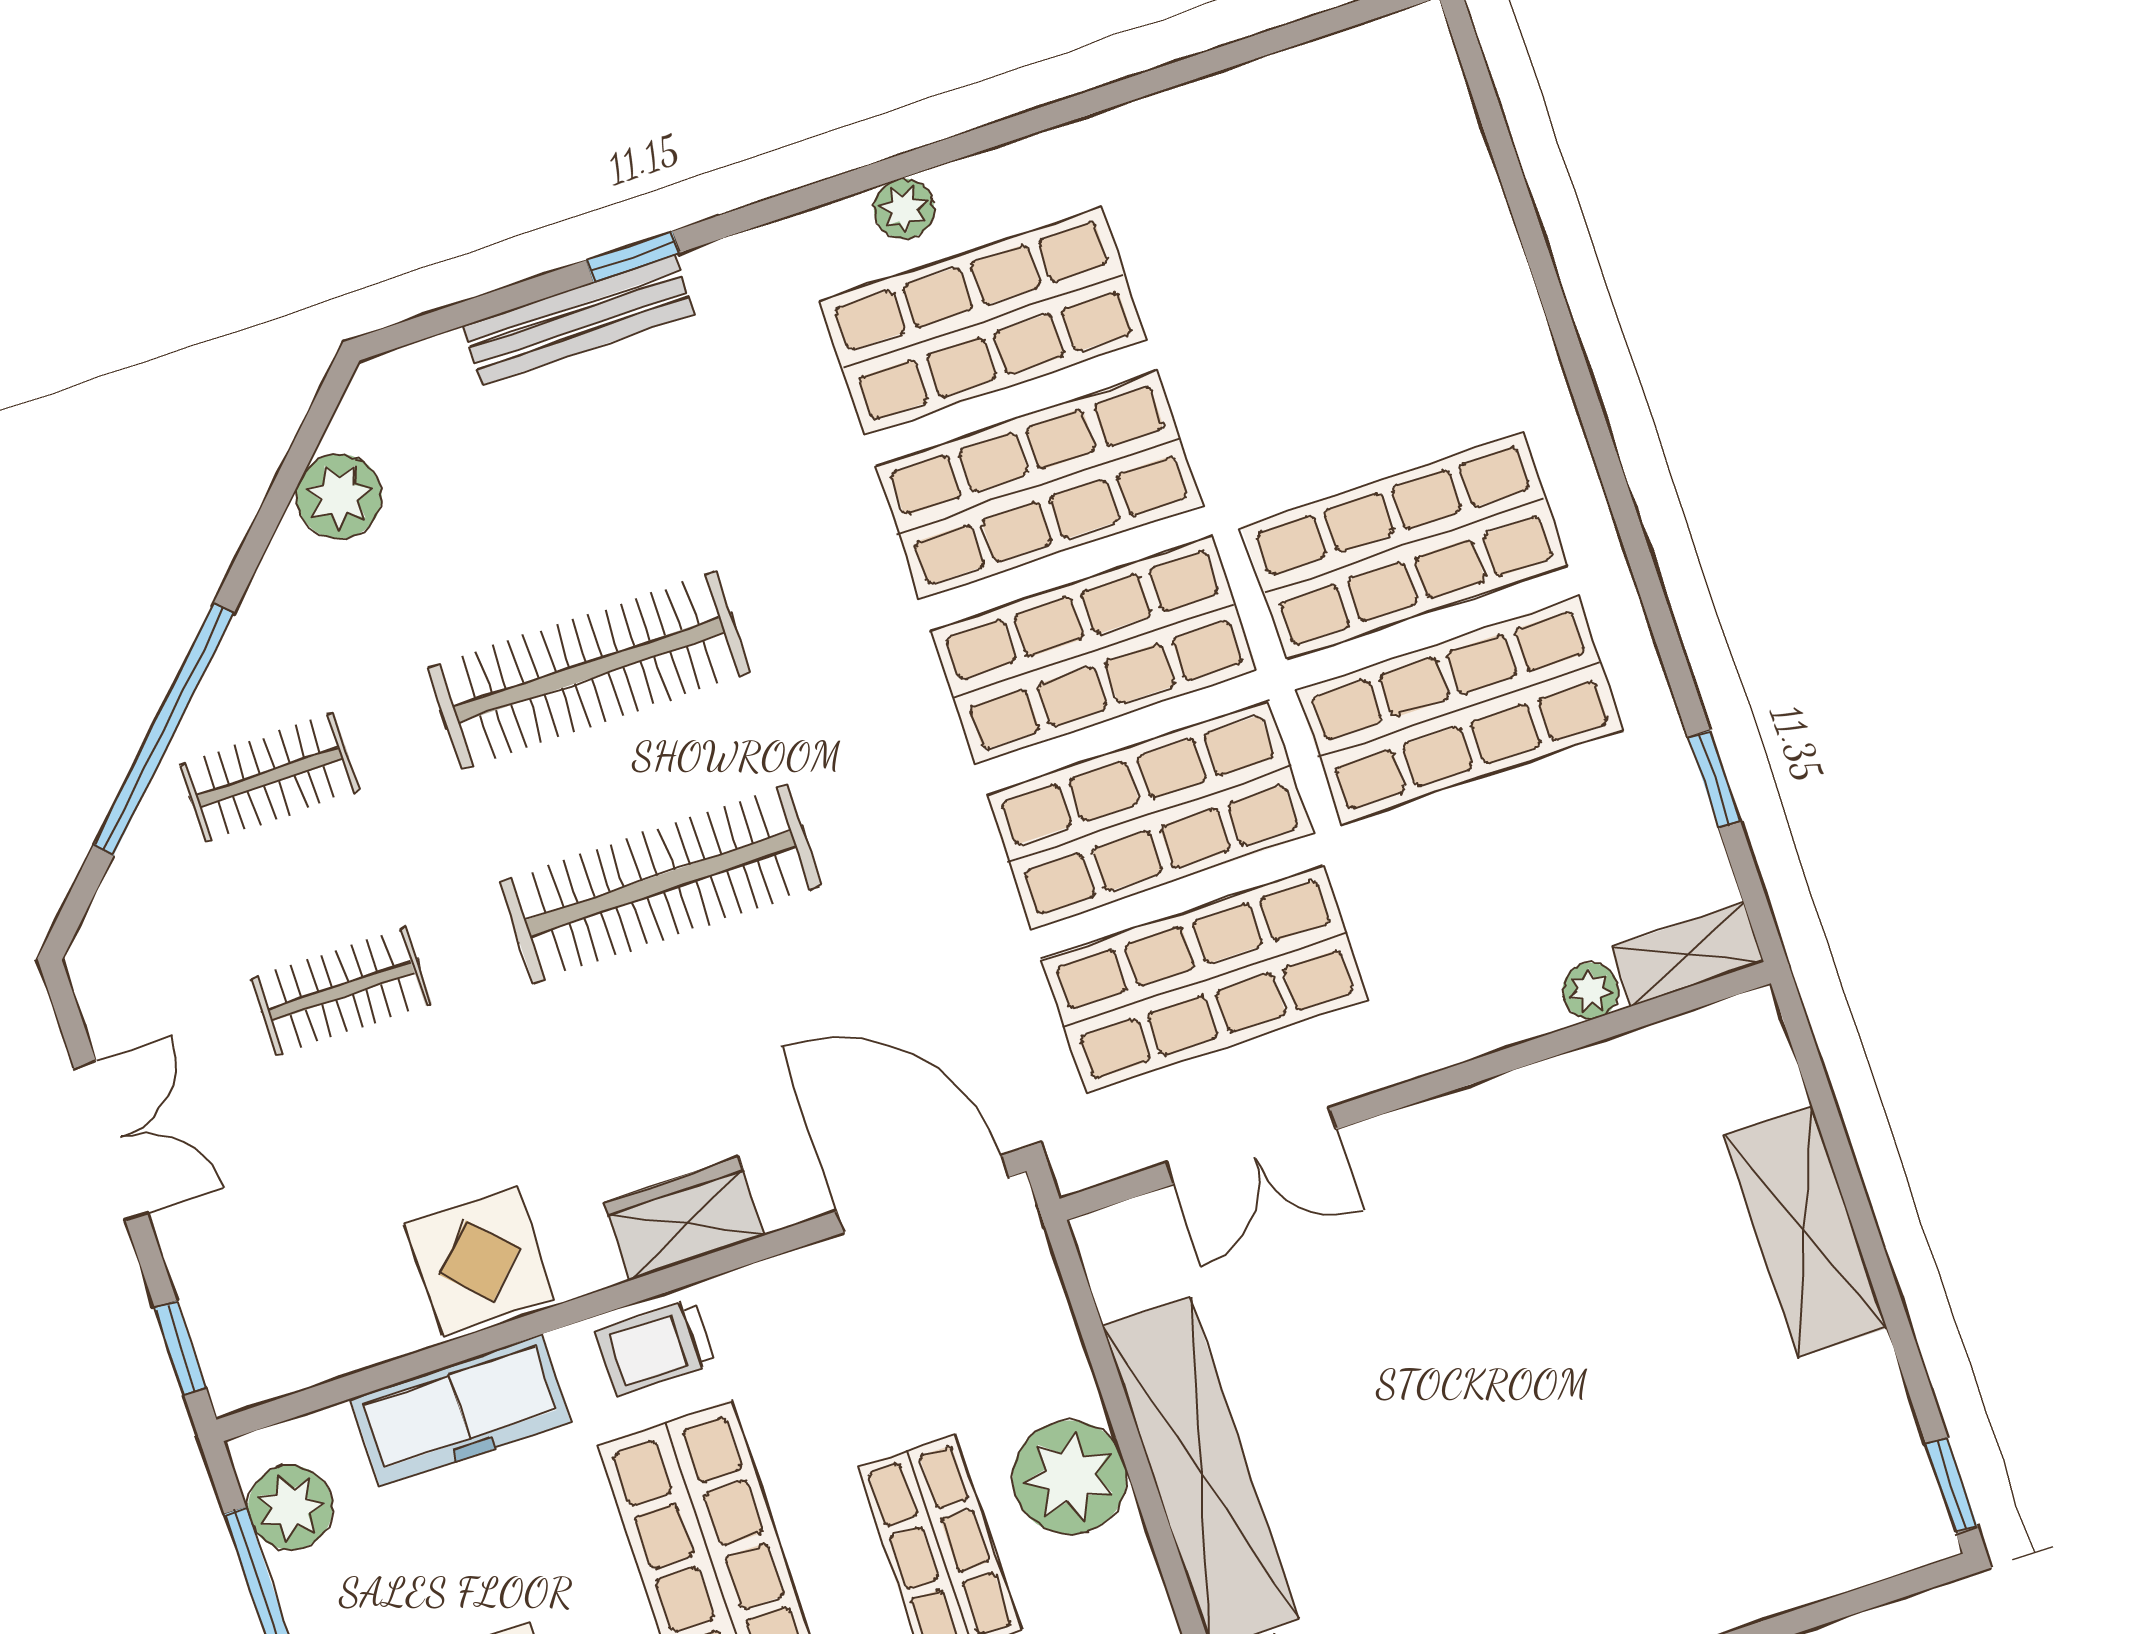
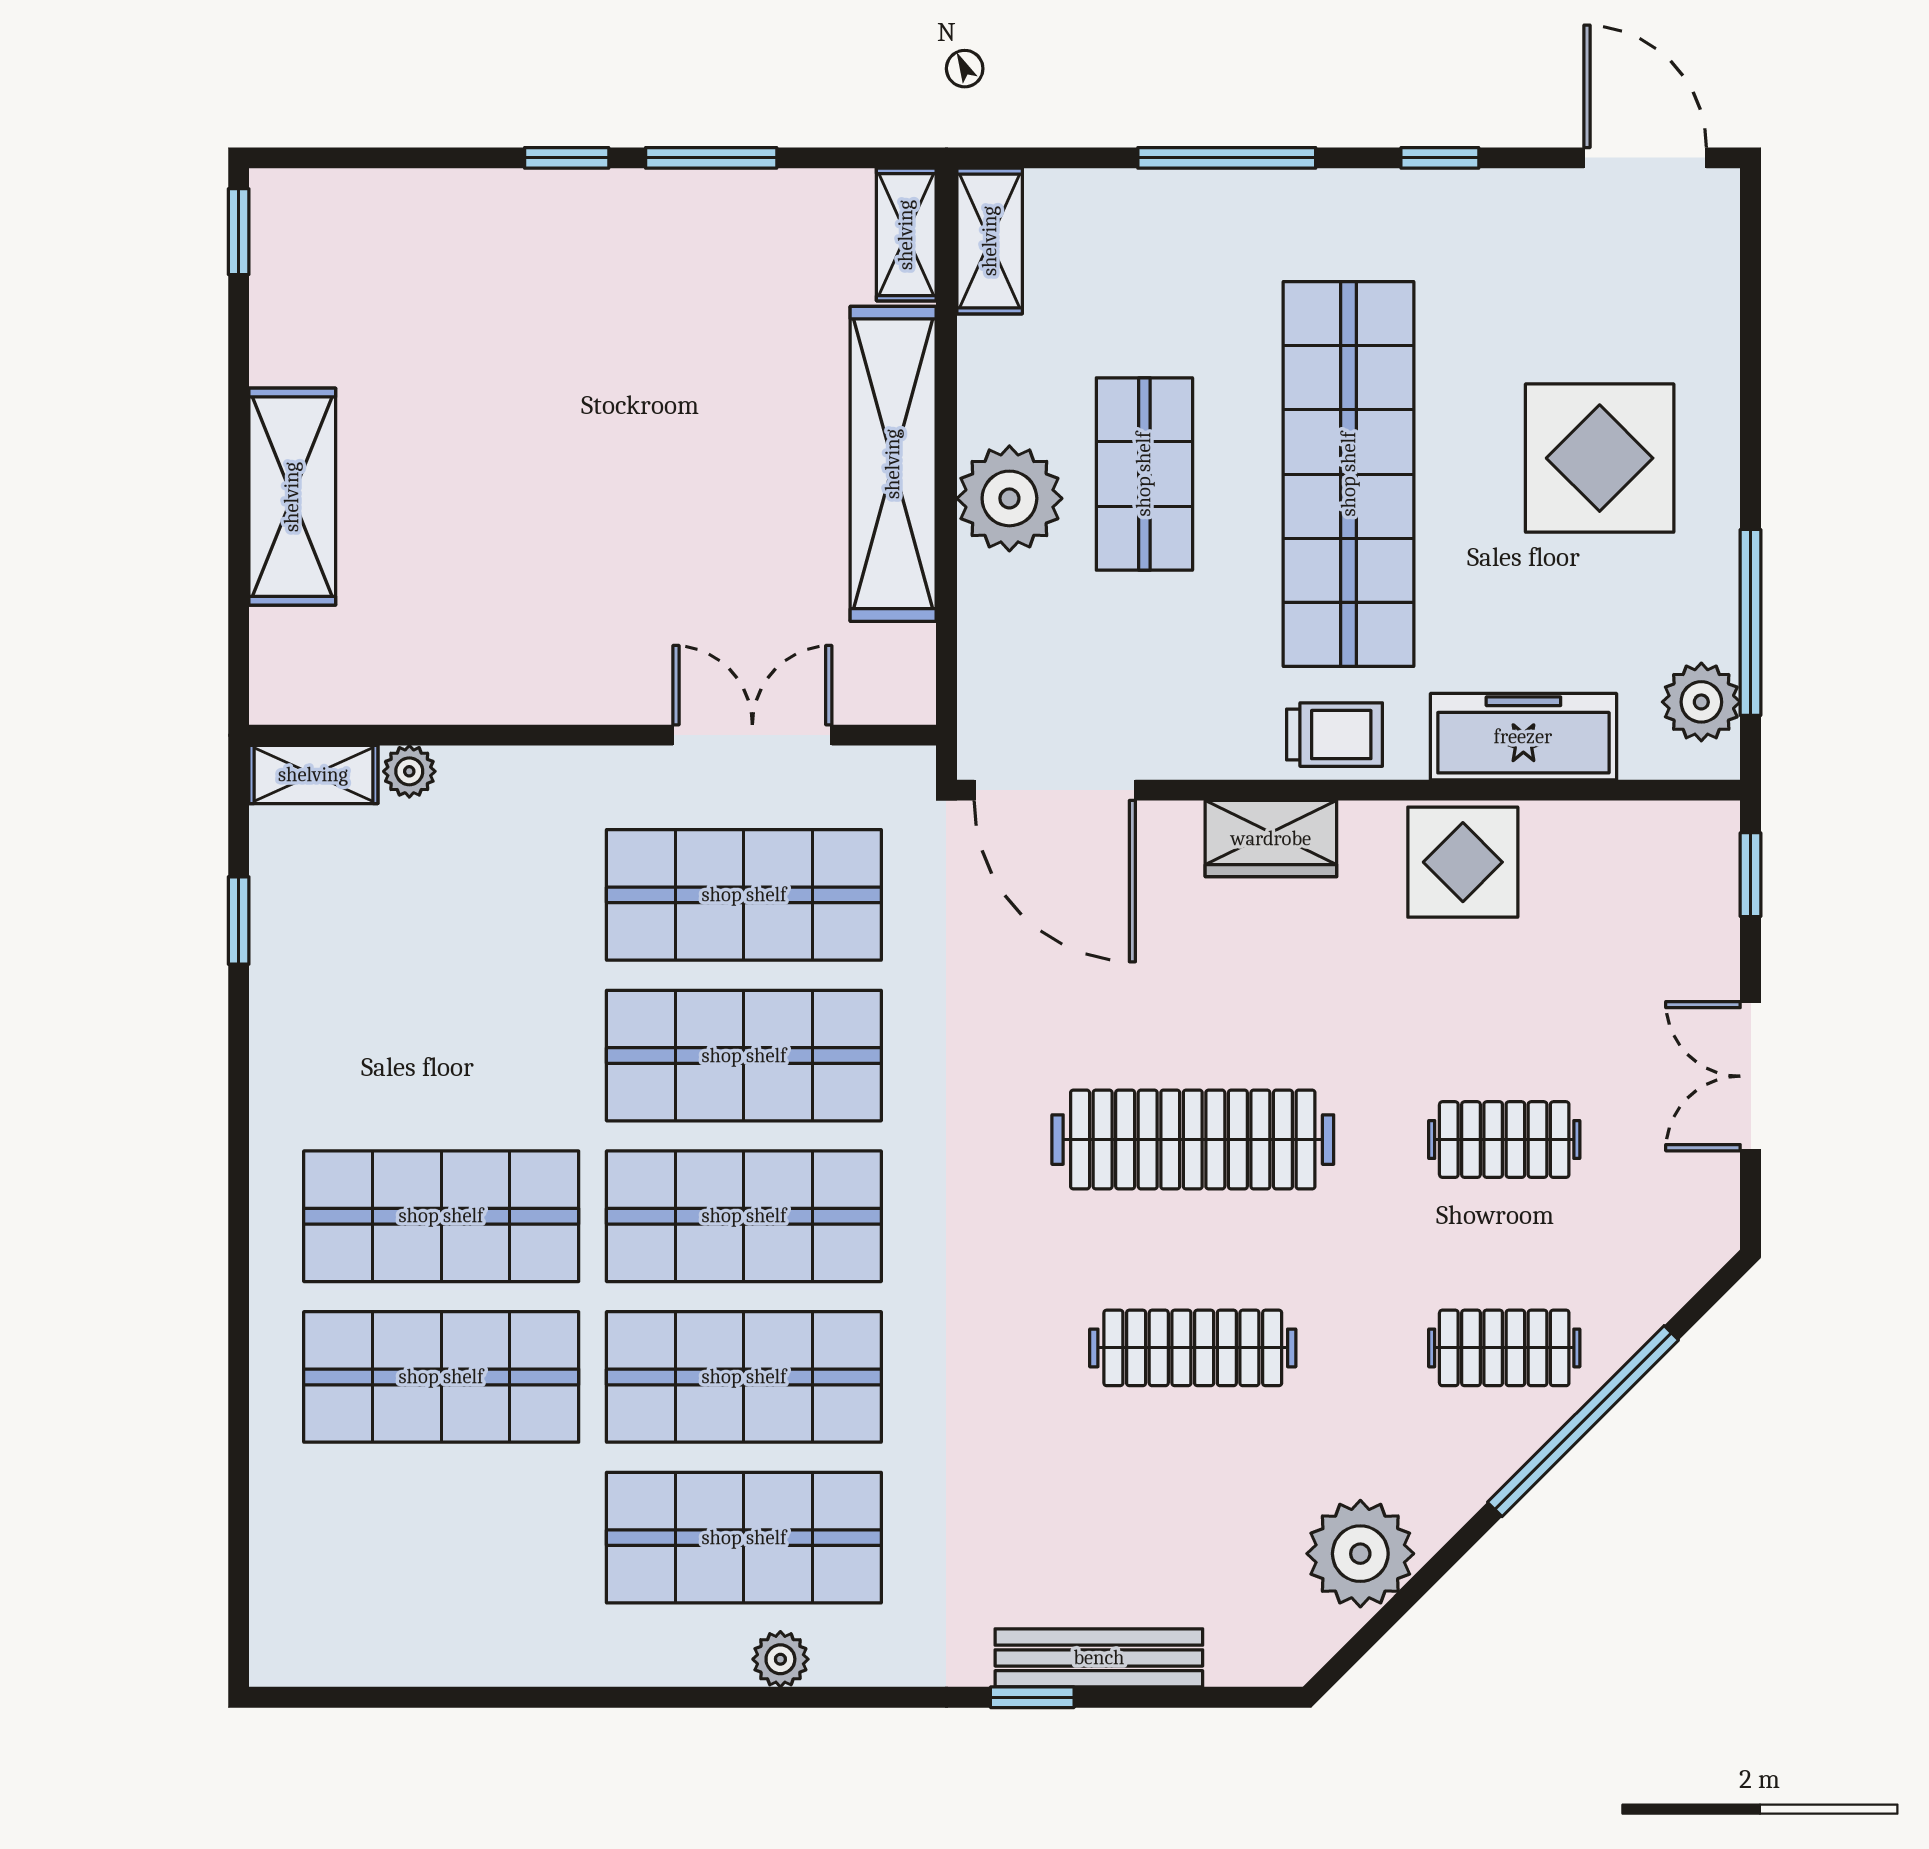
plant: (339, 496) -> (1360, 1554), width x1.36, depth x1.36
clothes rail: (589, 670) -> (1193, 1348), width x0.73, depth x0.76
shop shelf: (1460, 710) -> (441, 1377), moved

